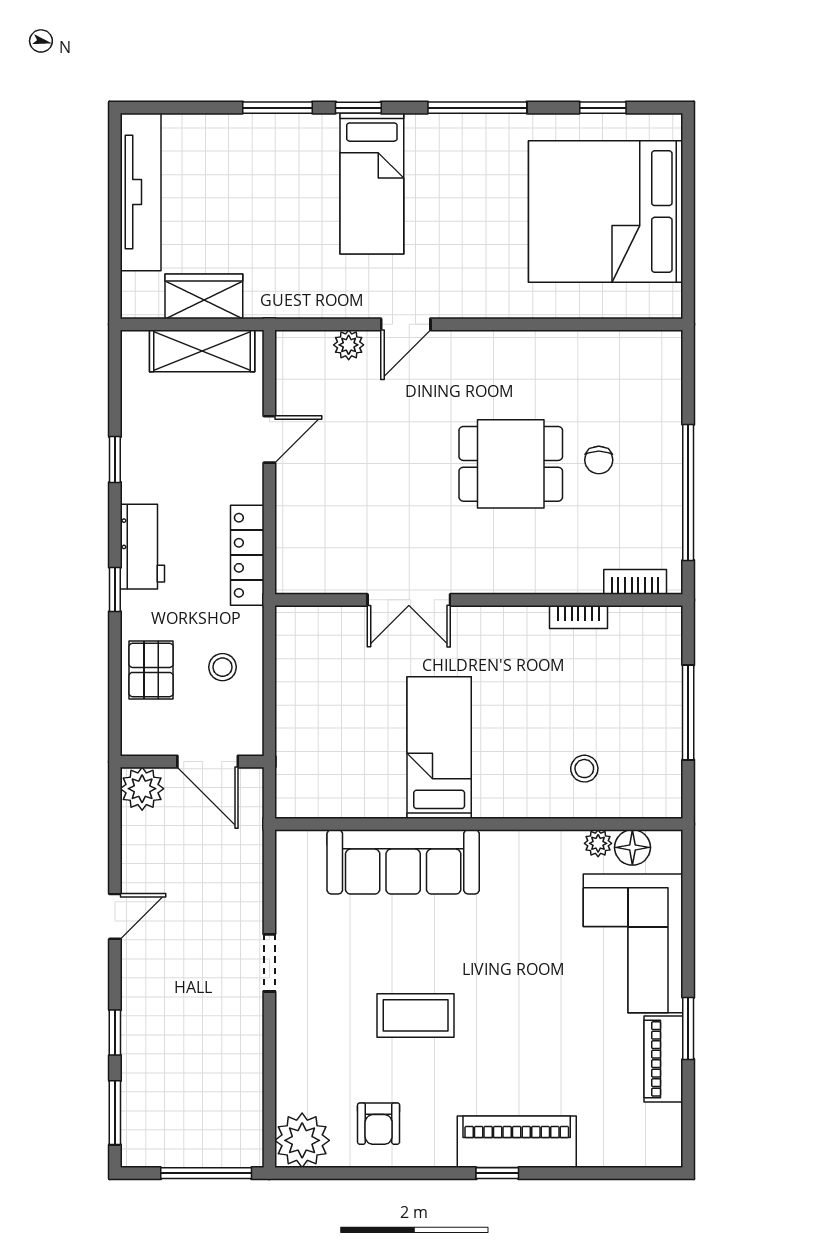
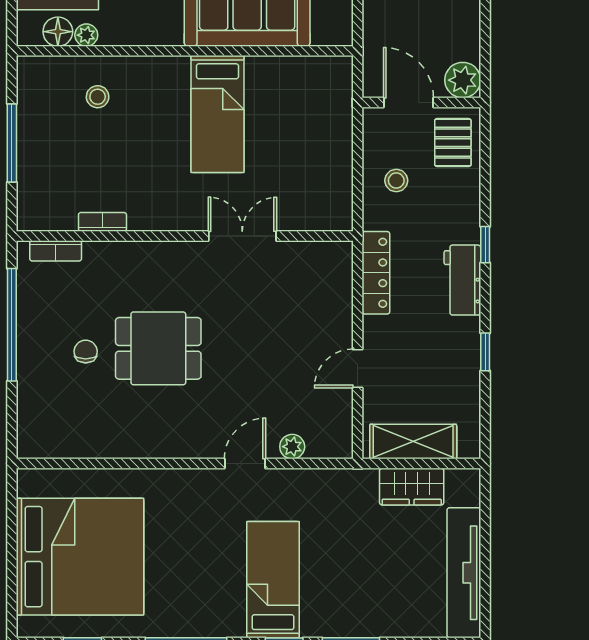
pallet: (151, 670) -> (453, 143), moved

